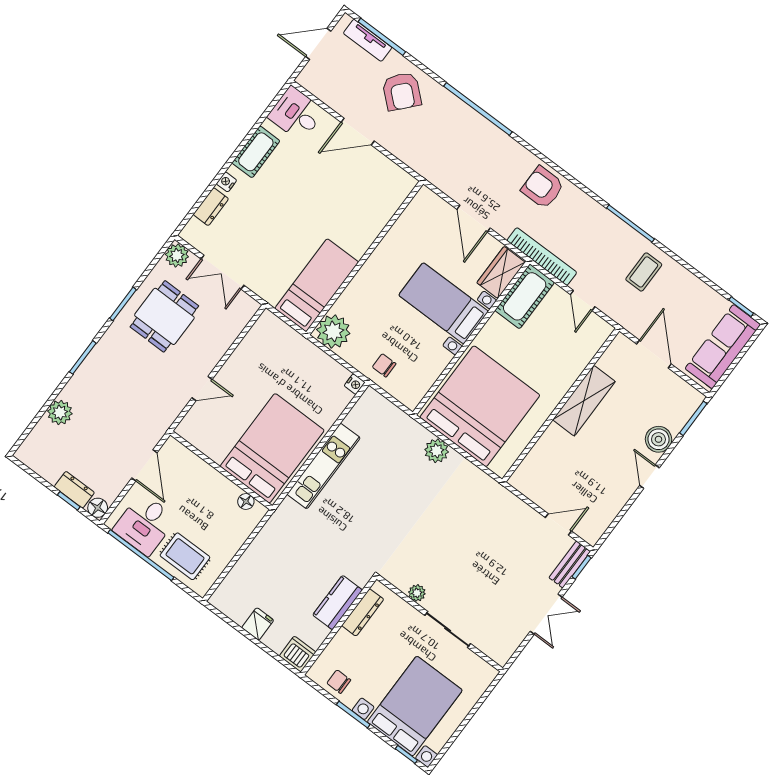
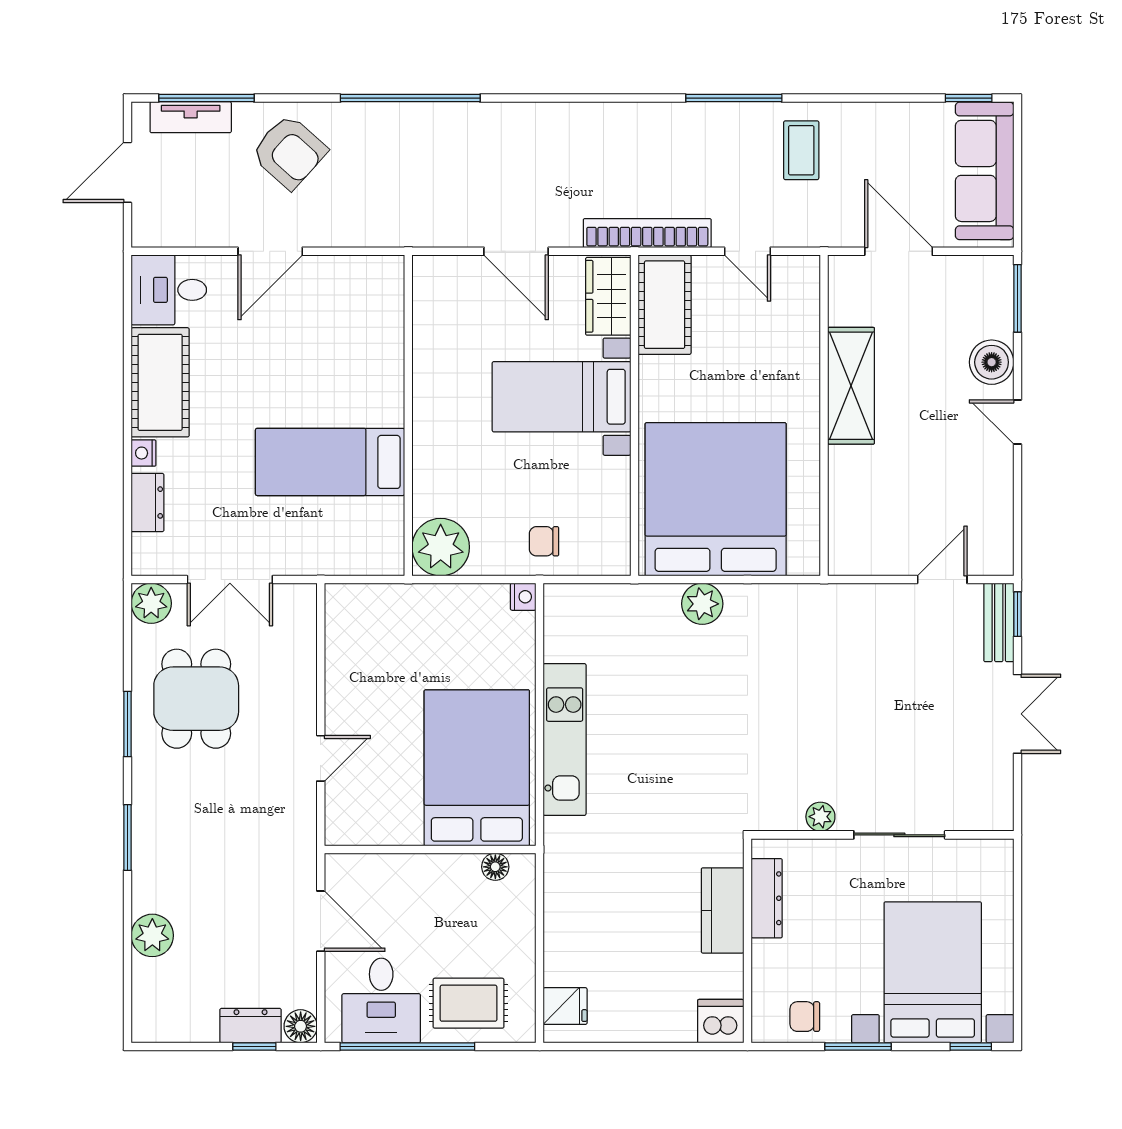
cot: (256, 152) -> (160, 382), width x1.37, depth x1.34
armchair: (543, 187) -> (578, 139), removed
bed: (317, 285) -> (330, 462), moved, turned -90
fridge: (258, 624) -> (565, 1006), moved, turned 90

